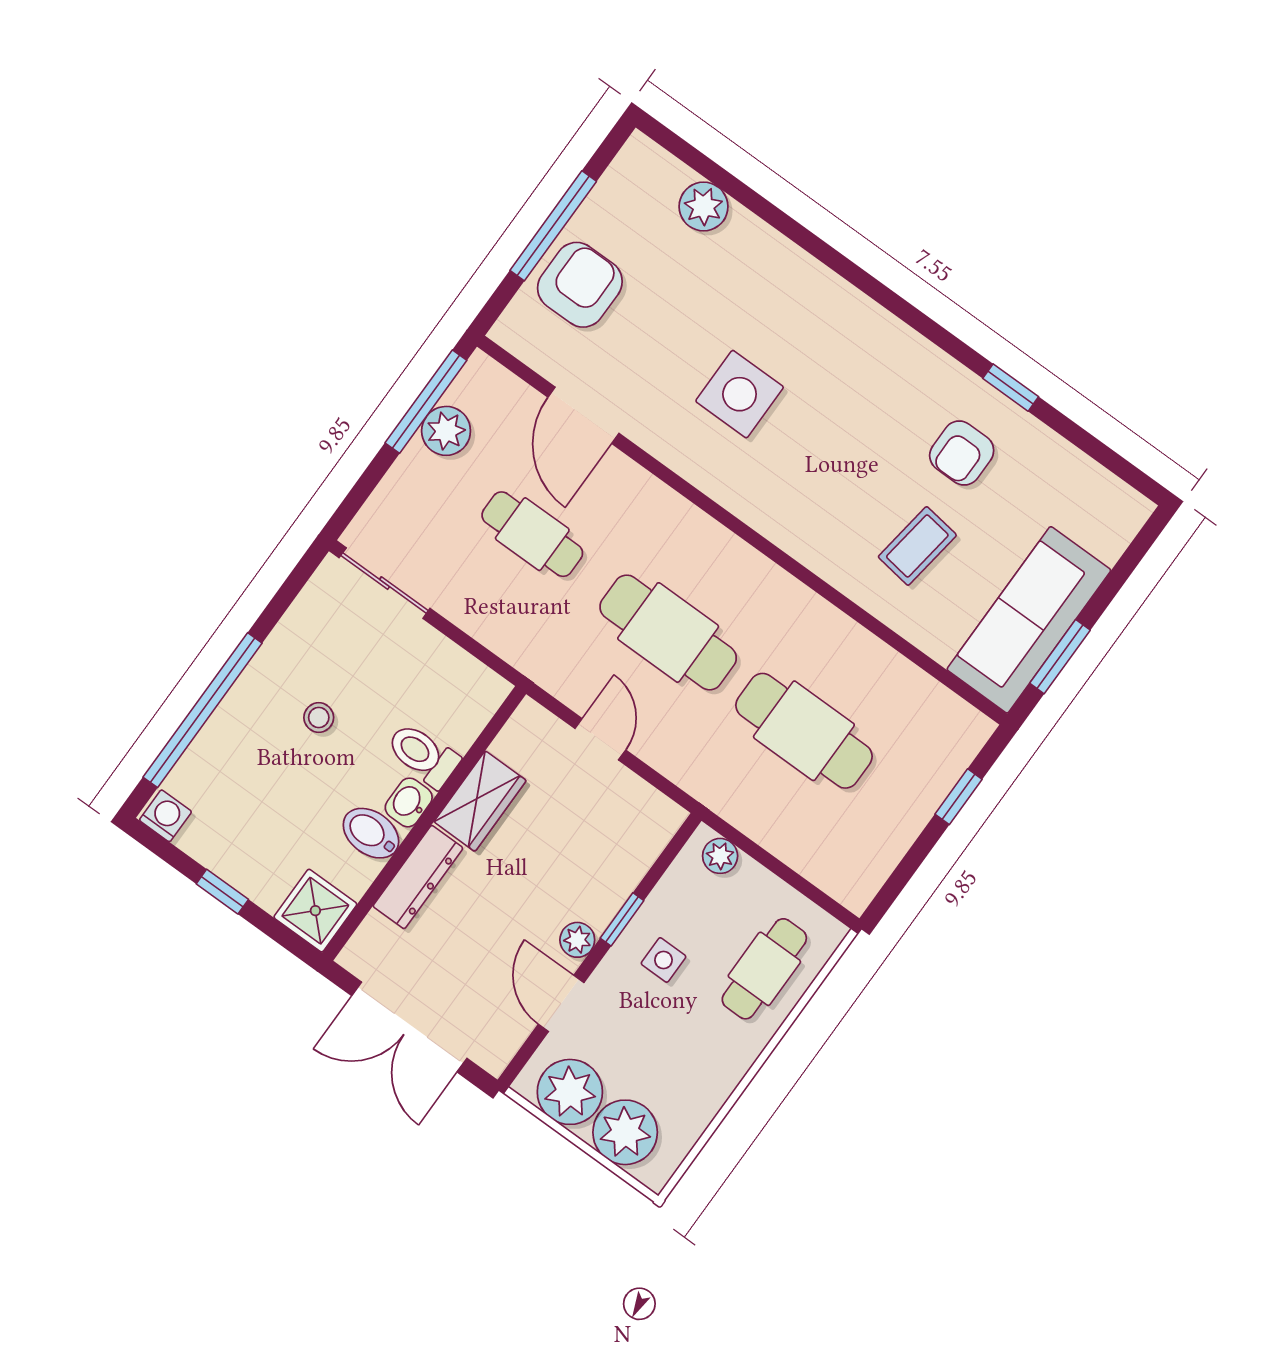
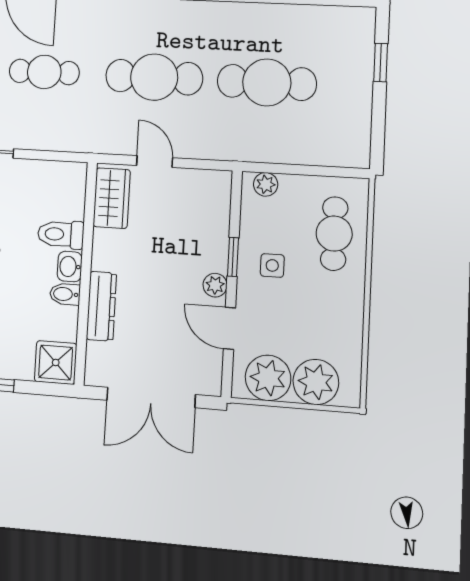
wardrobe: (480, 801) -> (112, 198), moved
bidet: (371, 833) -> (65, 294), width x0.72, depth x0.74

